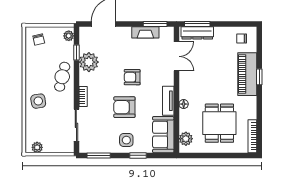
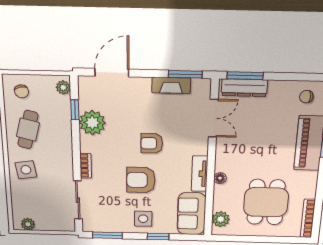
cafe table: (62, 77) -> (28, 130), moved

